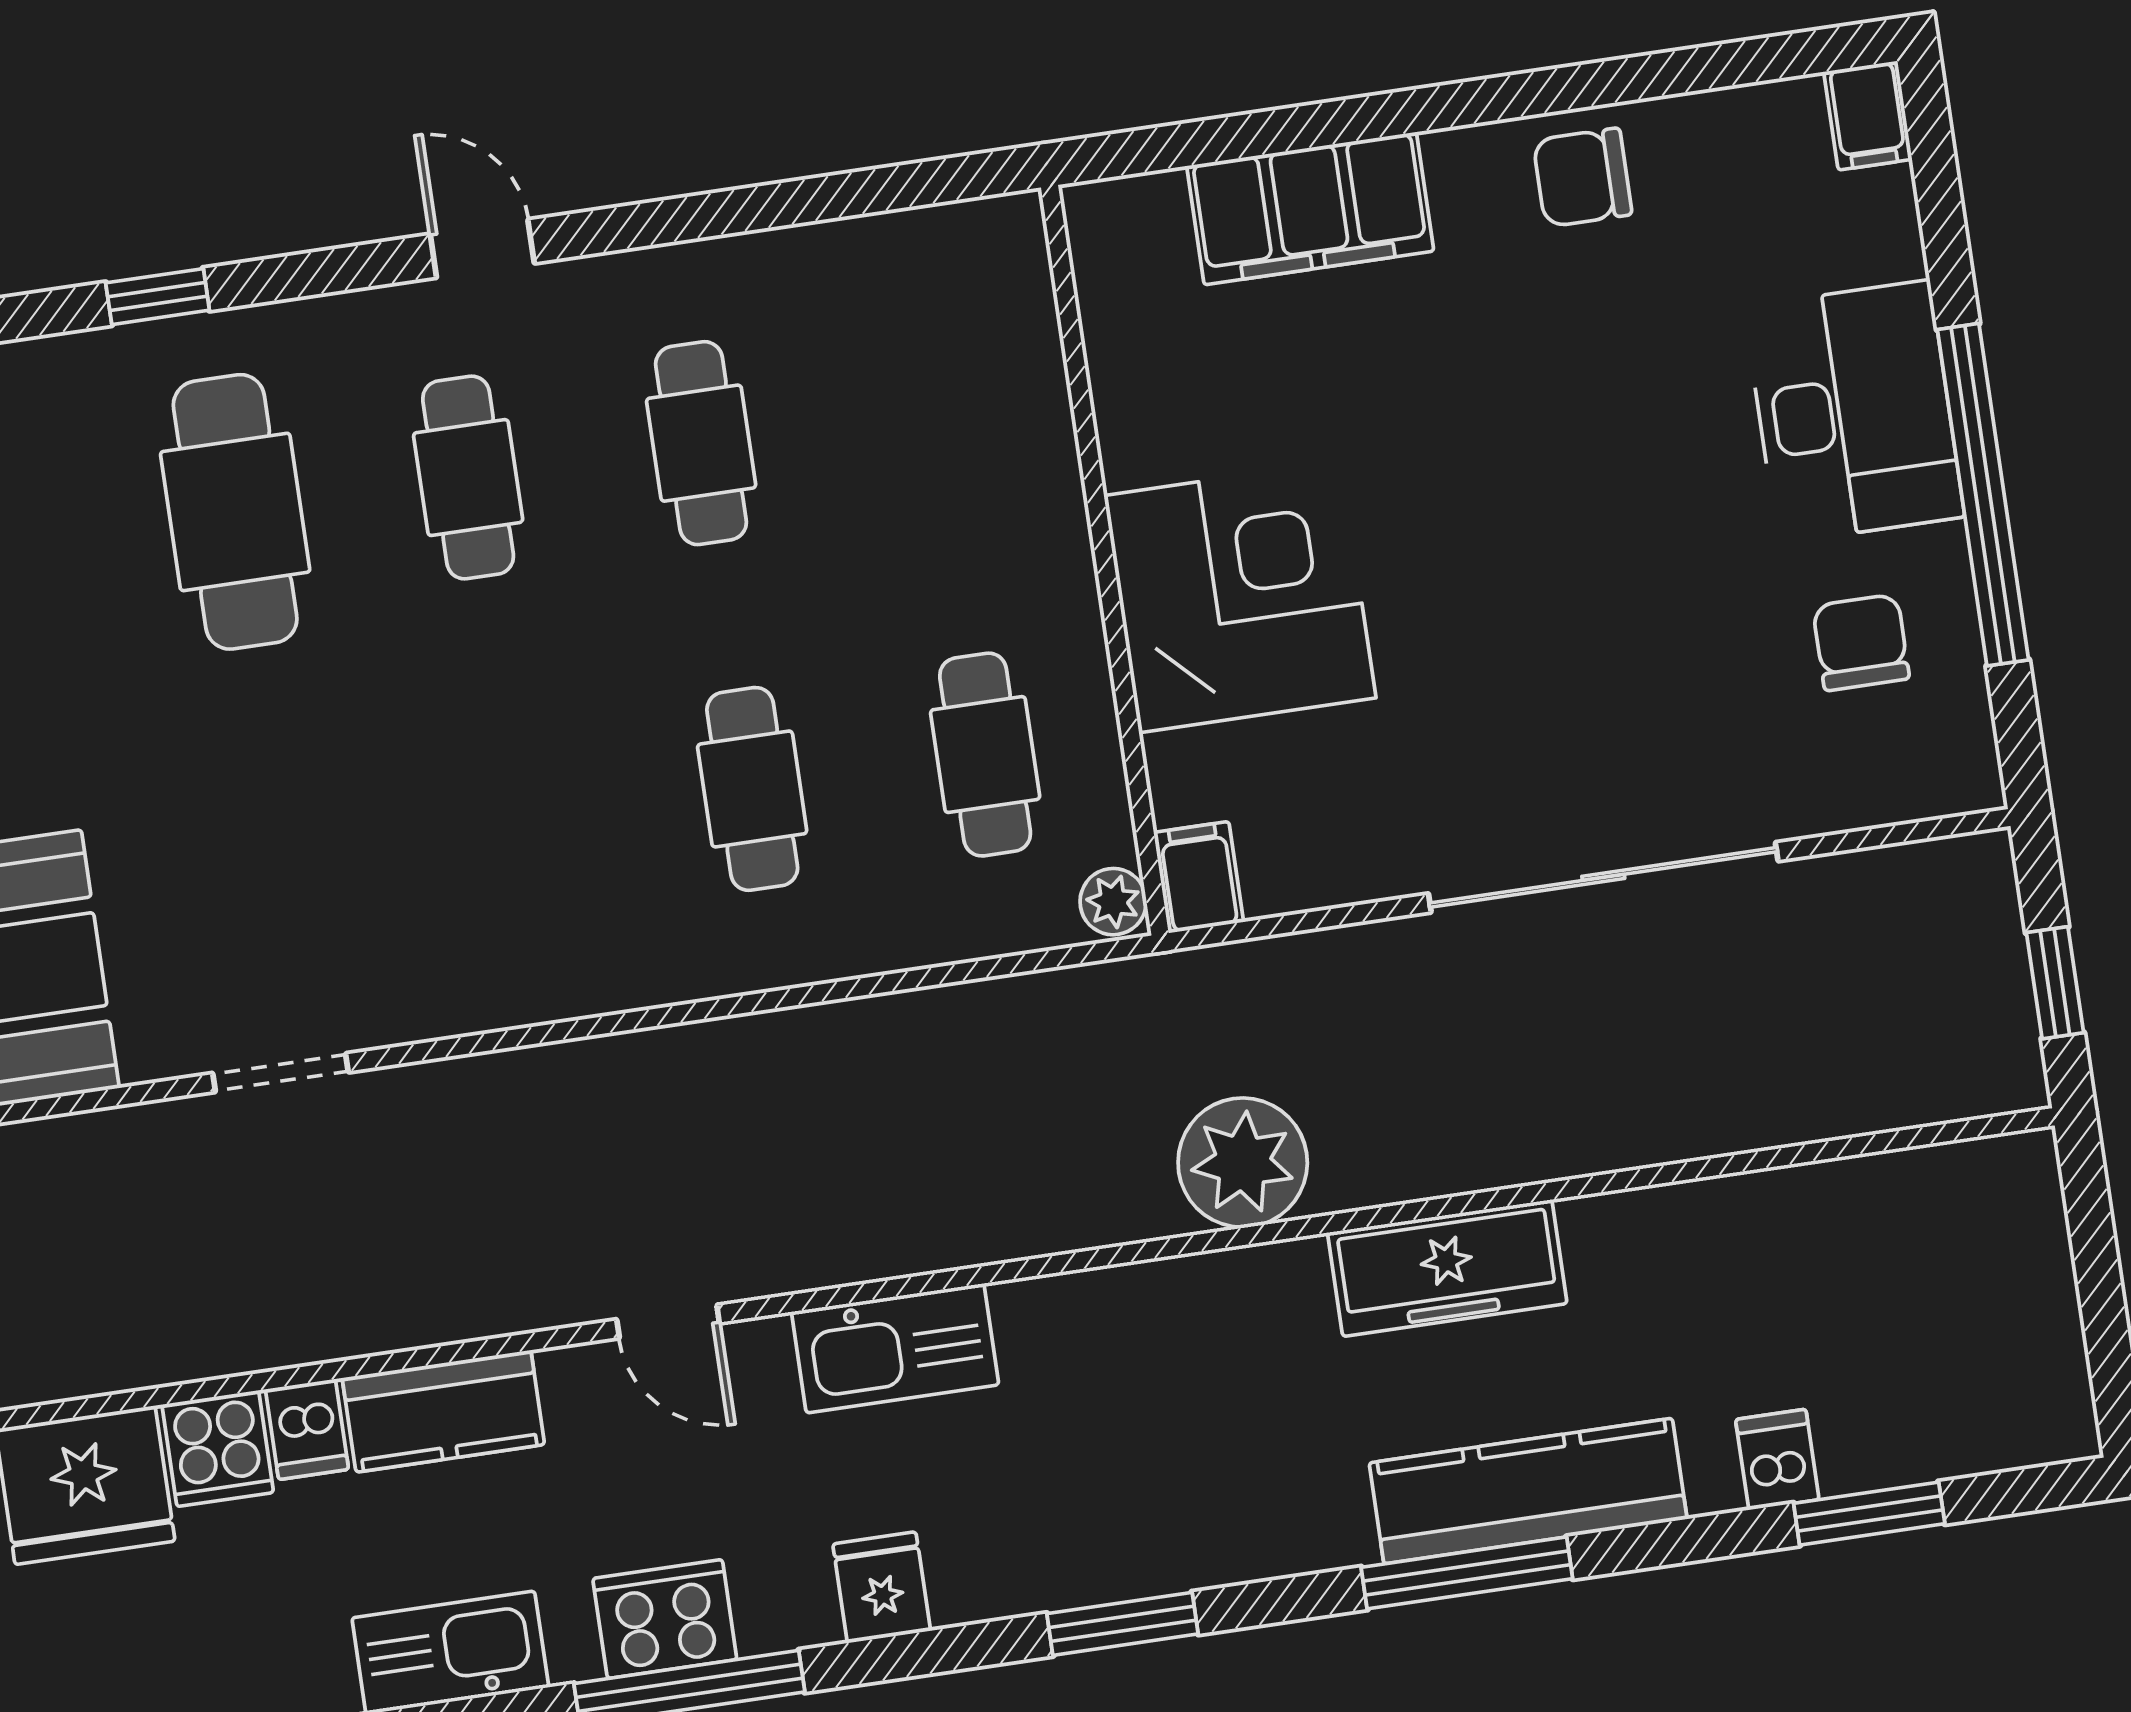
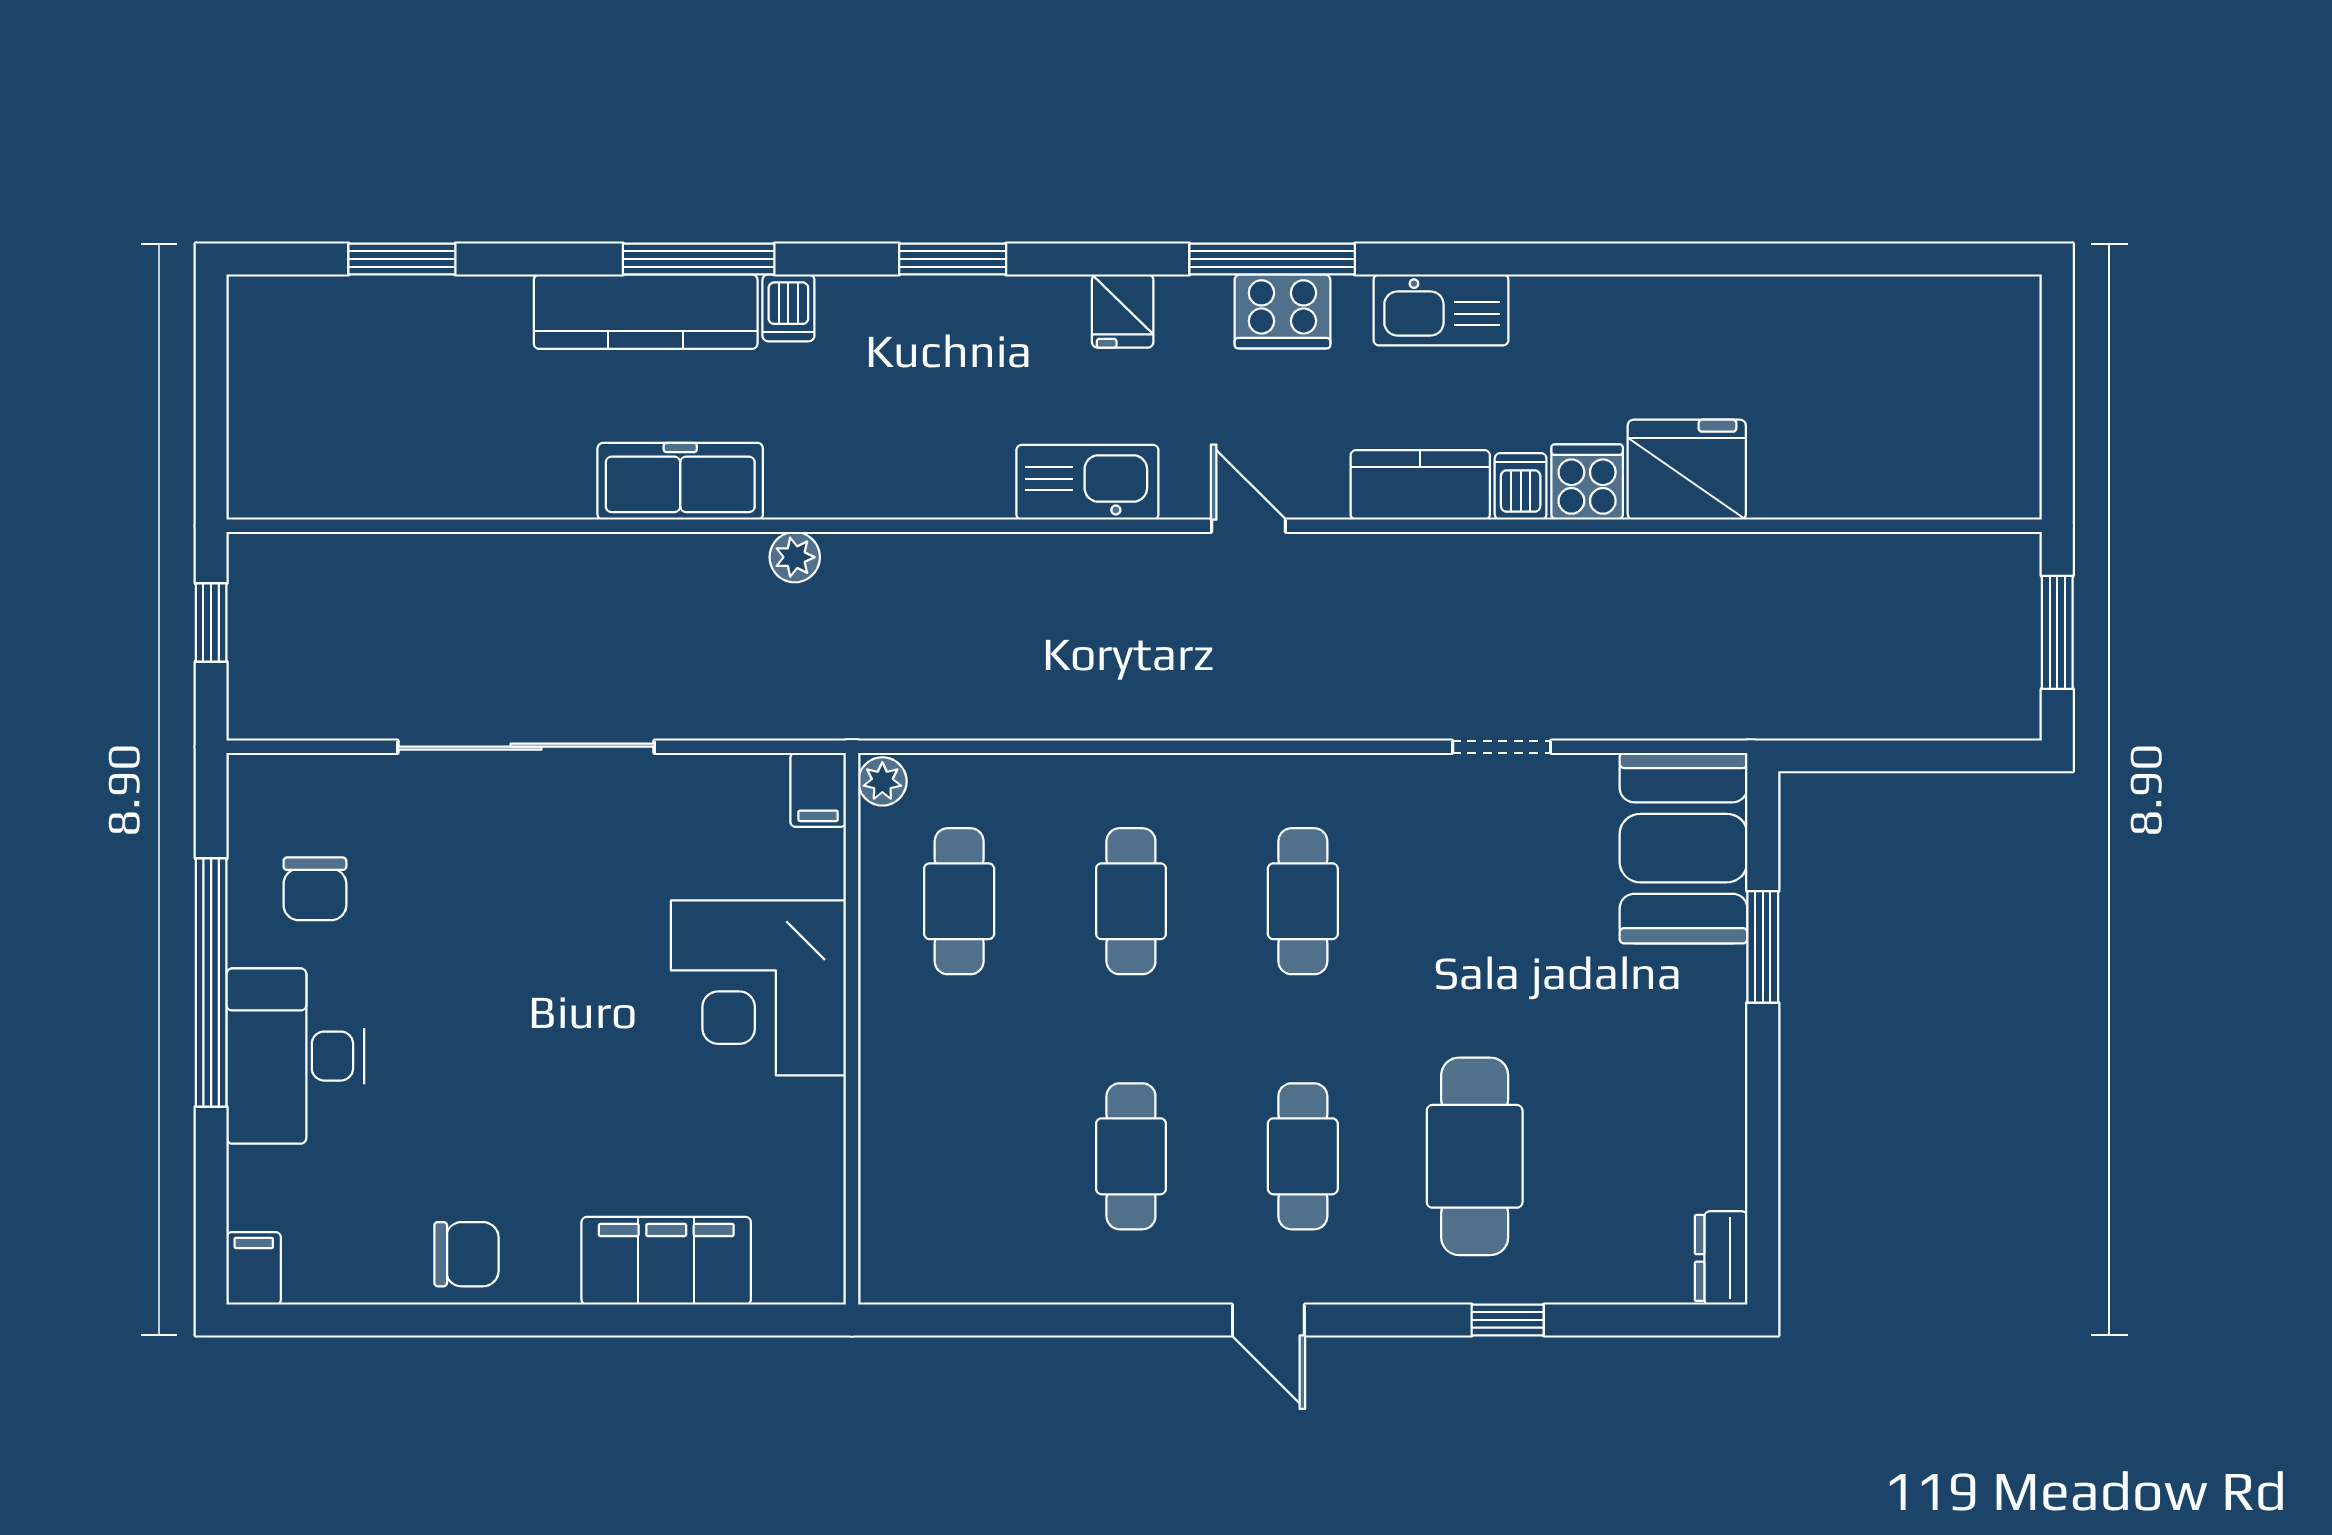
cafe table: (519, 823) -> (1303, 901), added
plant: (1243, 1163) -> (795, 557), width x0.53, depth x0.53
dishwasher: (1777, 1460) -> (788, 308), moved

